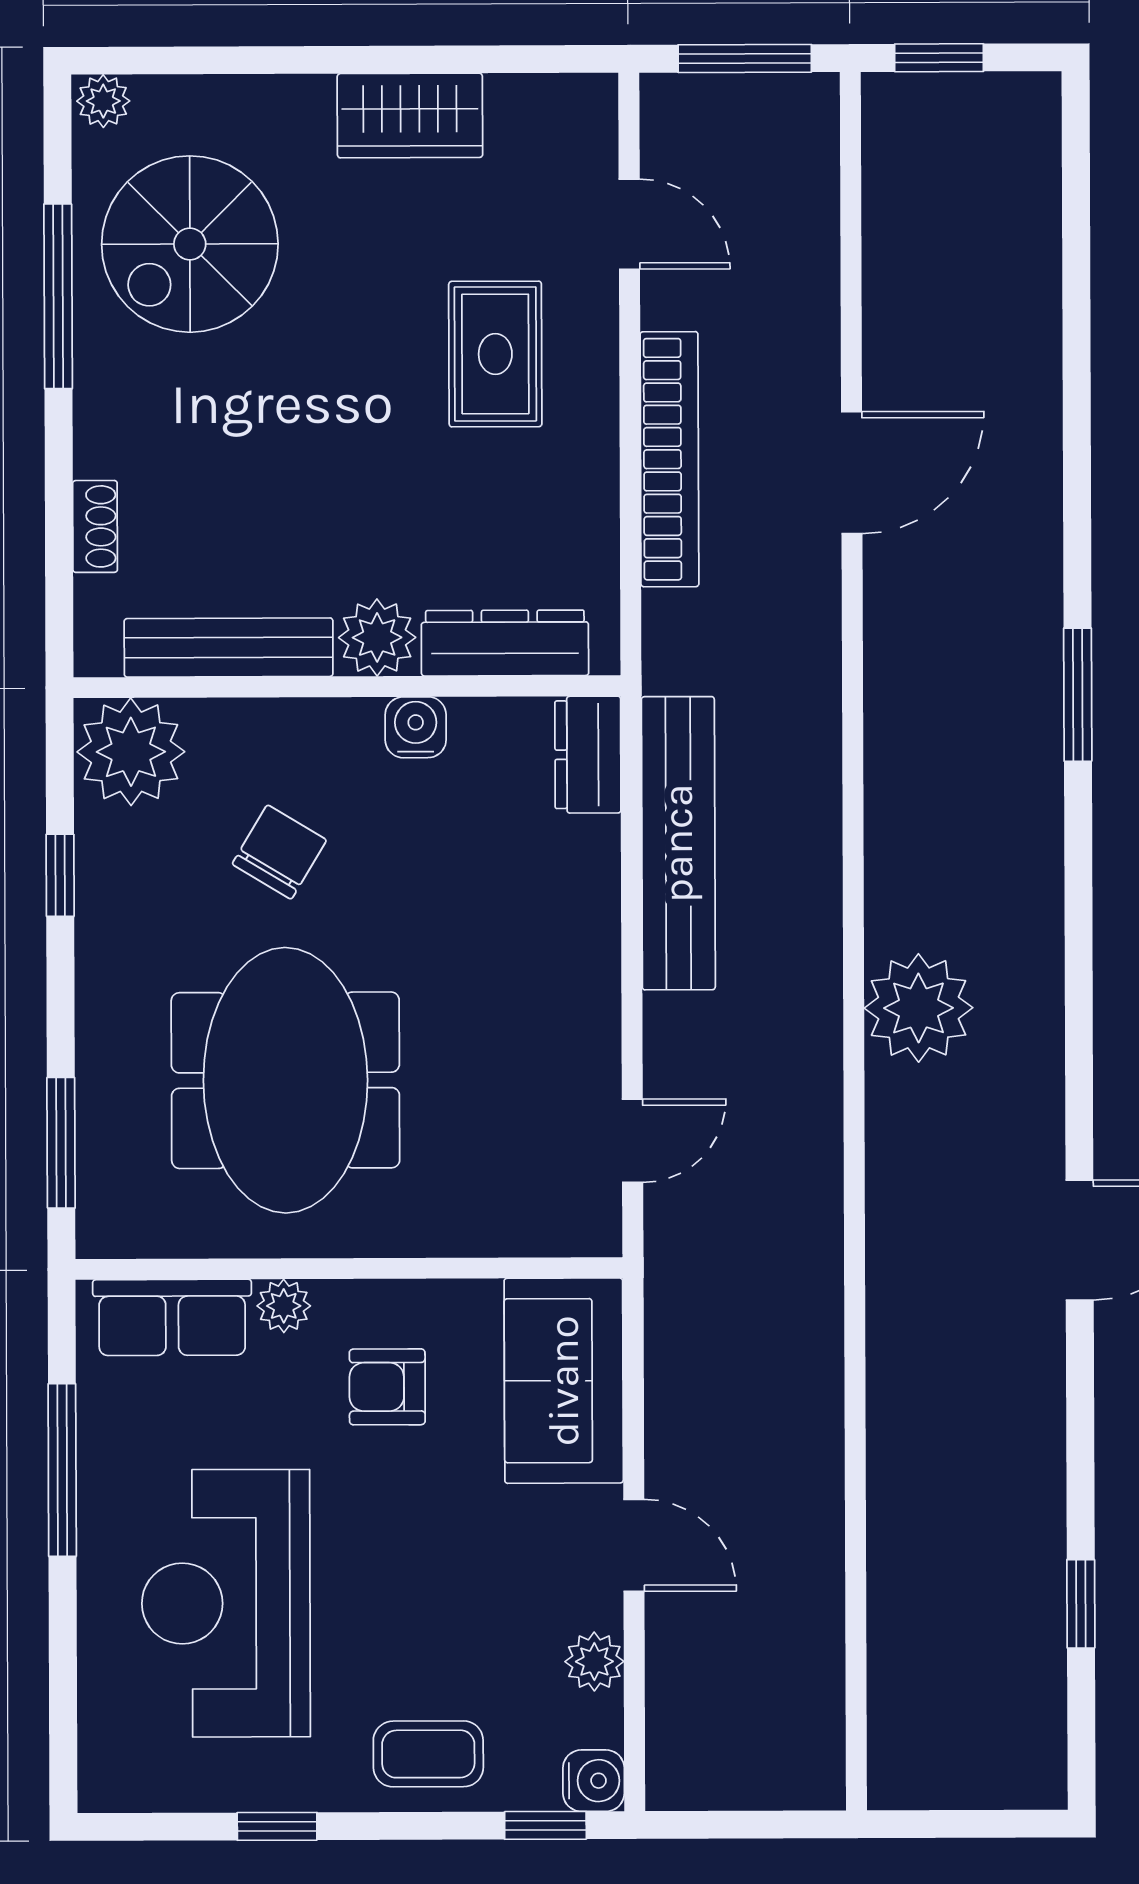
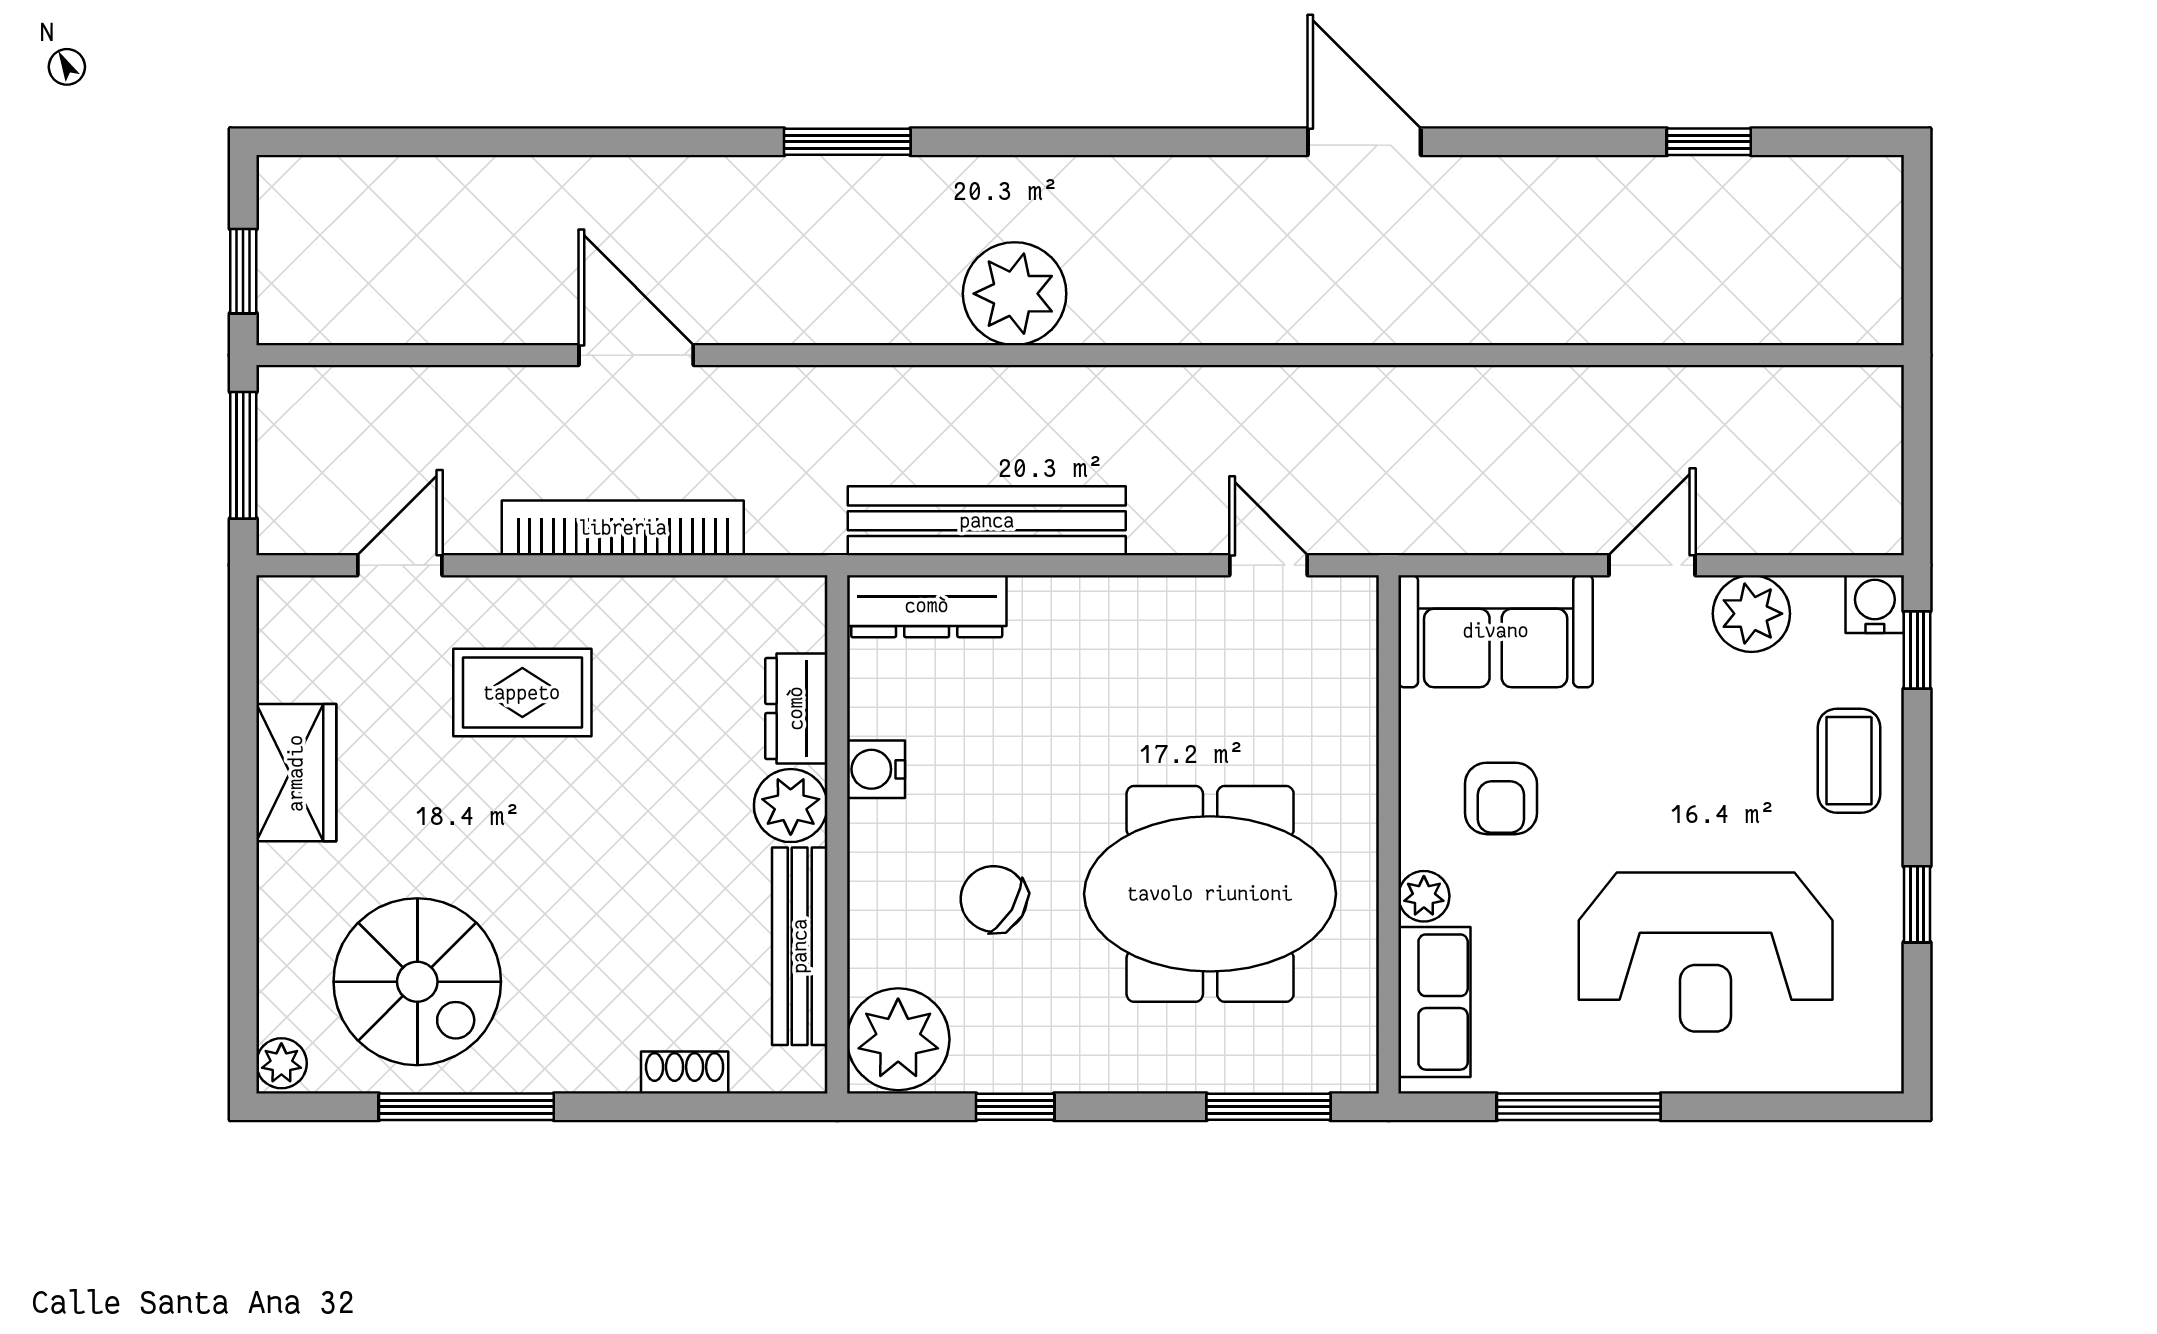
dresser: (505, 643) -> (796, 708), width x0.70
dresser: (588, 755) -> (927, 606), width x1.44
plant: (918, 1008) -> (1015, 294), moved
plant: (594, 1662) -> (1751, 614), width x1.38, depth x1.38

